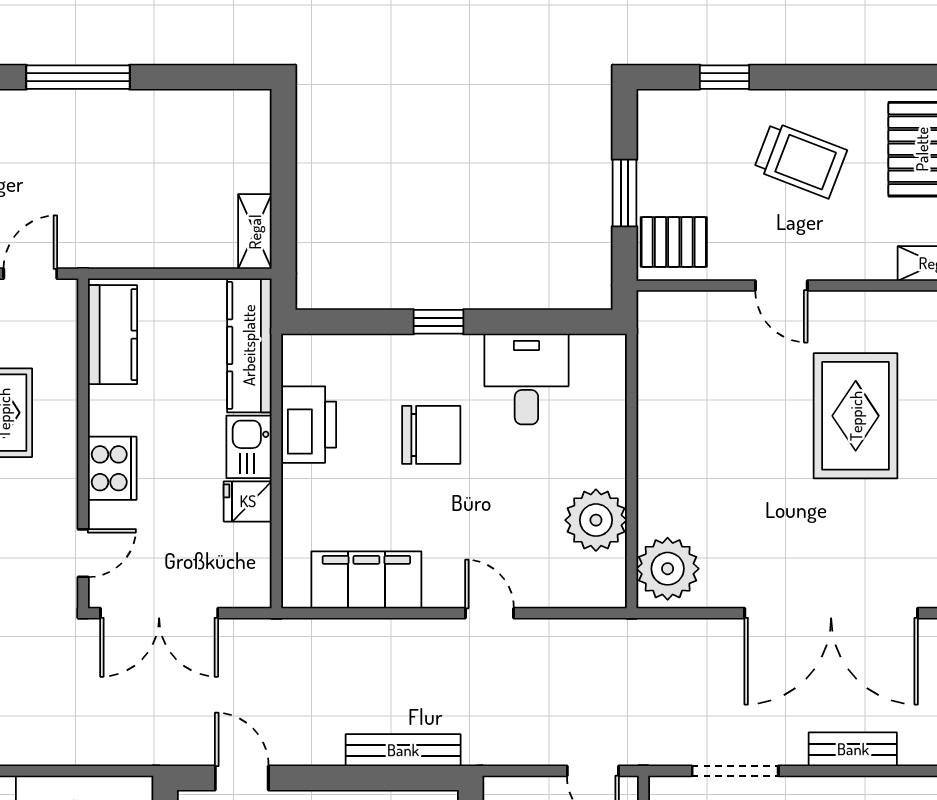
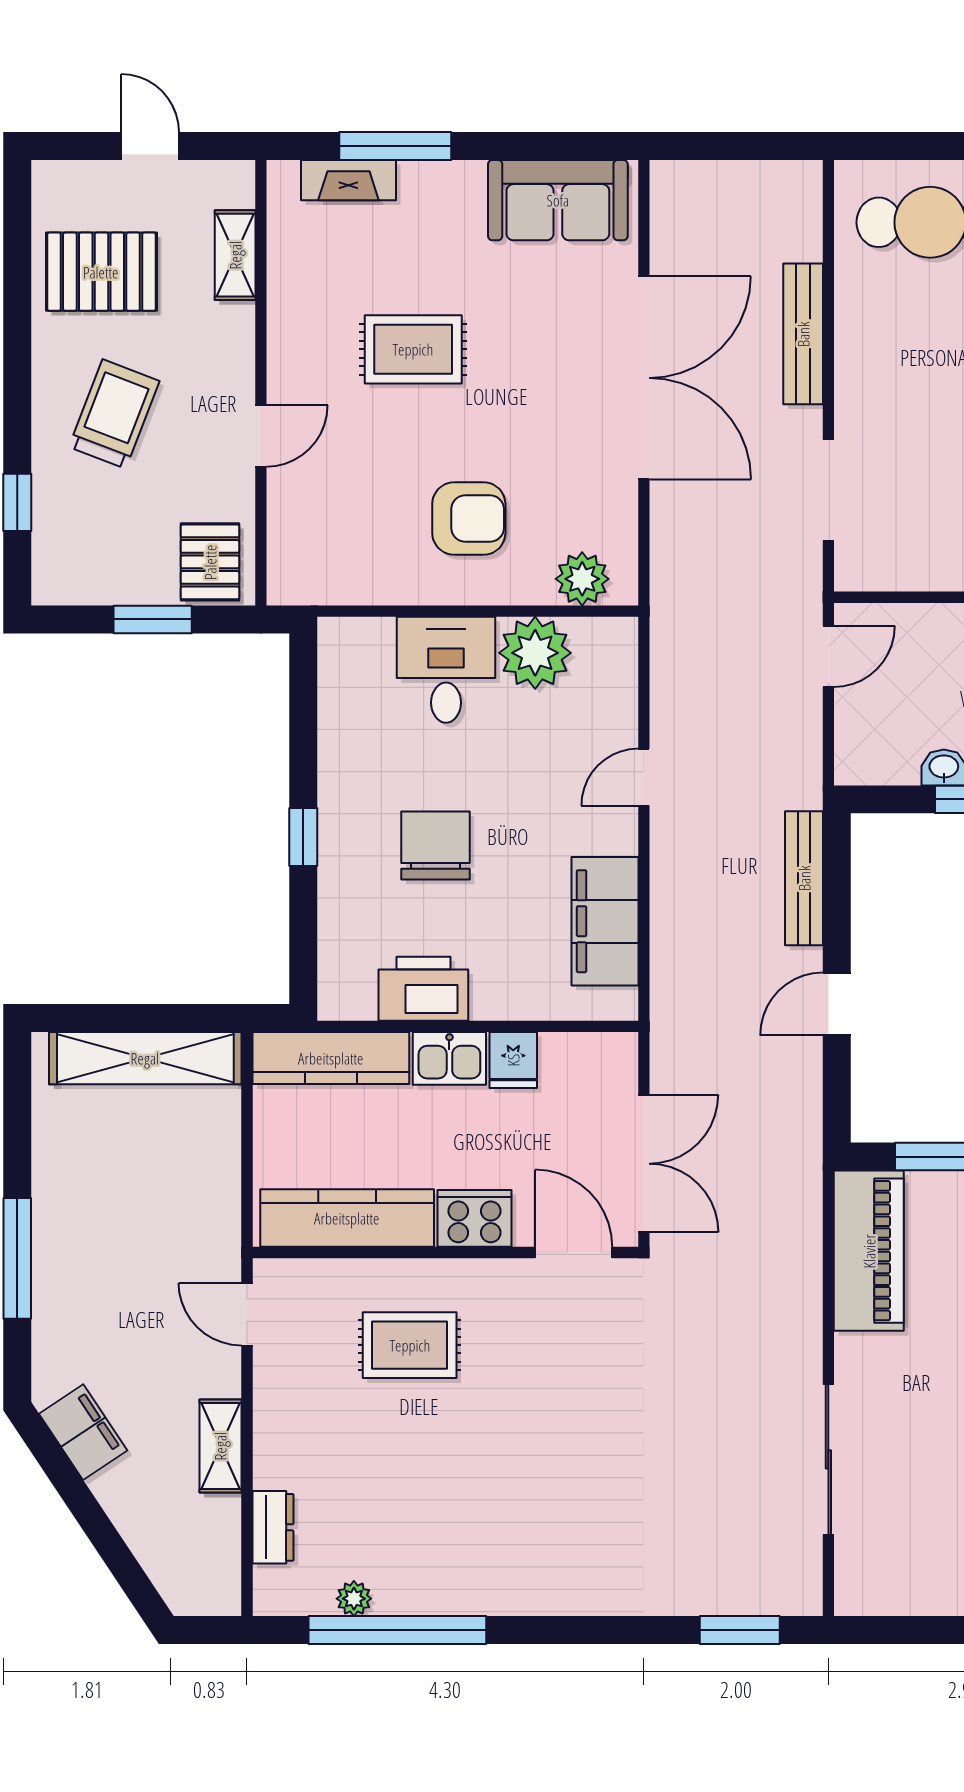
shelving: (255, 232) -> (145, 1058), width x2.20, depth x1.33
kitchen counter: (113, 335) -> (347, 1218), width x1.50
desk: (526, 379) -> (446, 670), moved, turned 90
rug: (856, 416) -> (413, 349), width x0.73, depth x0.70
armchair: (711, 463) -> (469, 518), added
door: (83, 553) -> (574, 1252), width x1.38
plant: (668, 569) -> (582, 579), width x0.73, depth x0.73
bench: (853, 749) -> (803, 334), width x1.36
door: (242, 778) -> (837, 1004), moved

